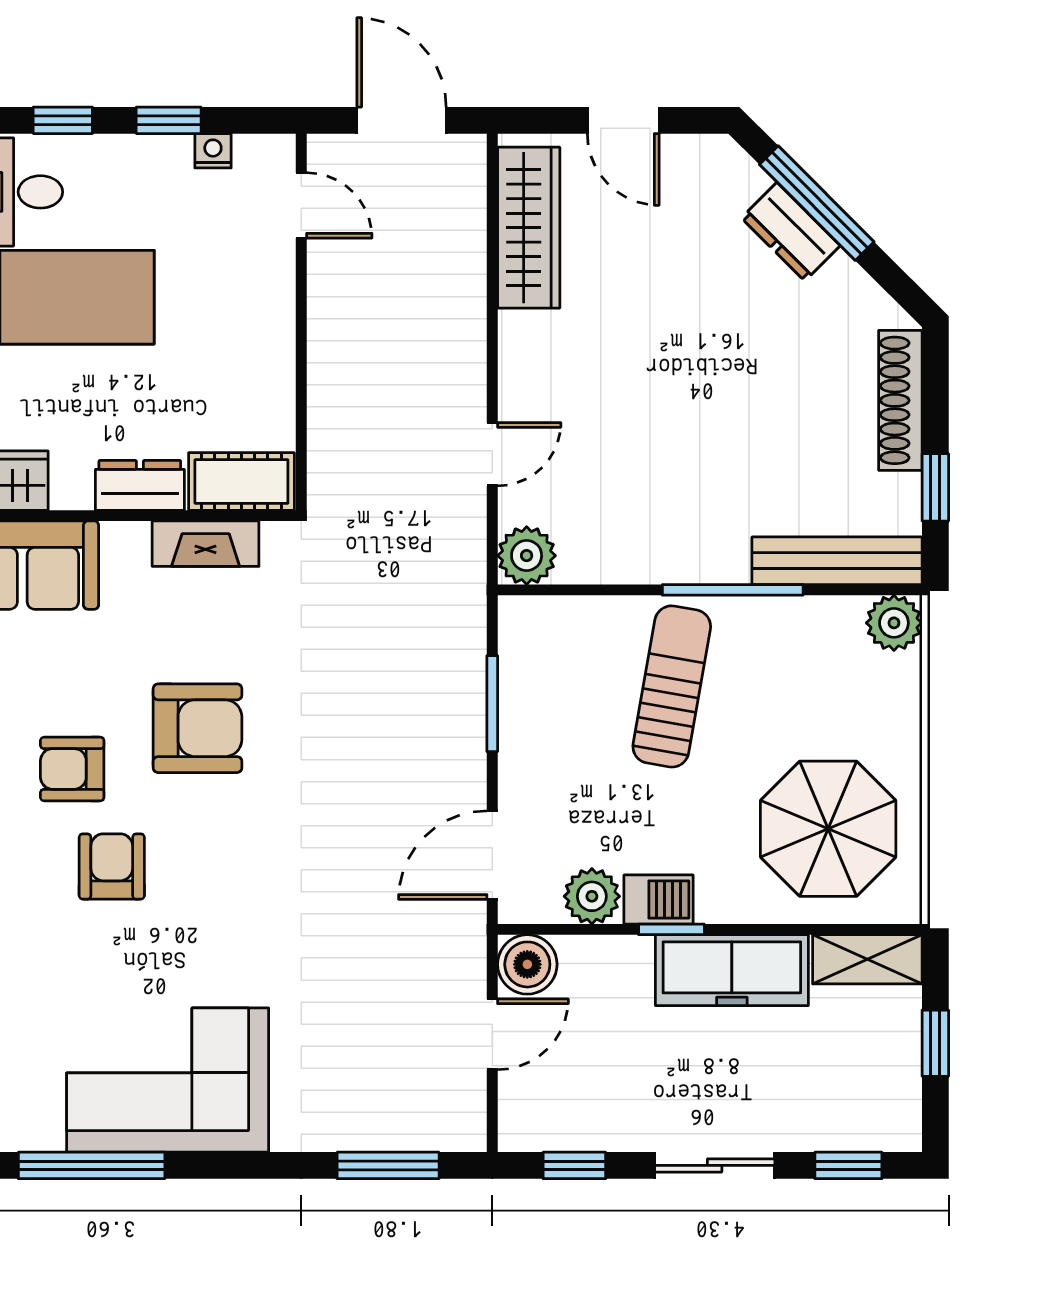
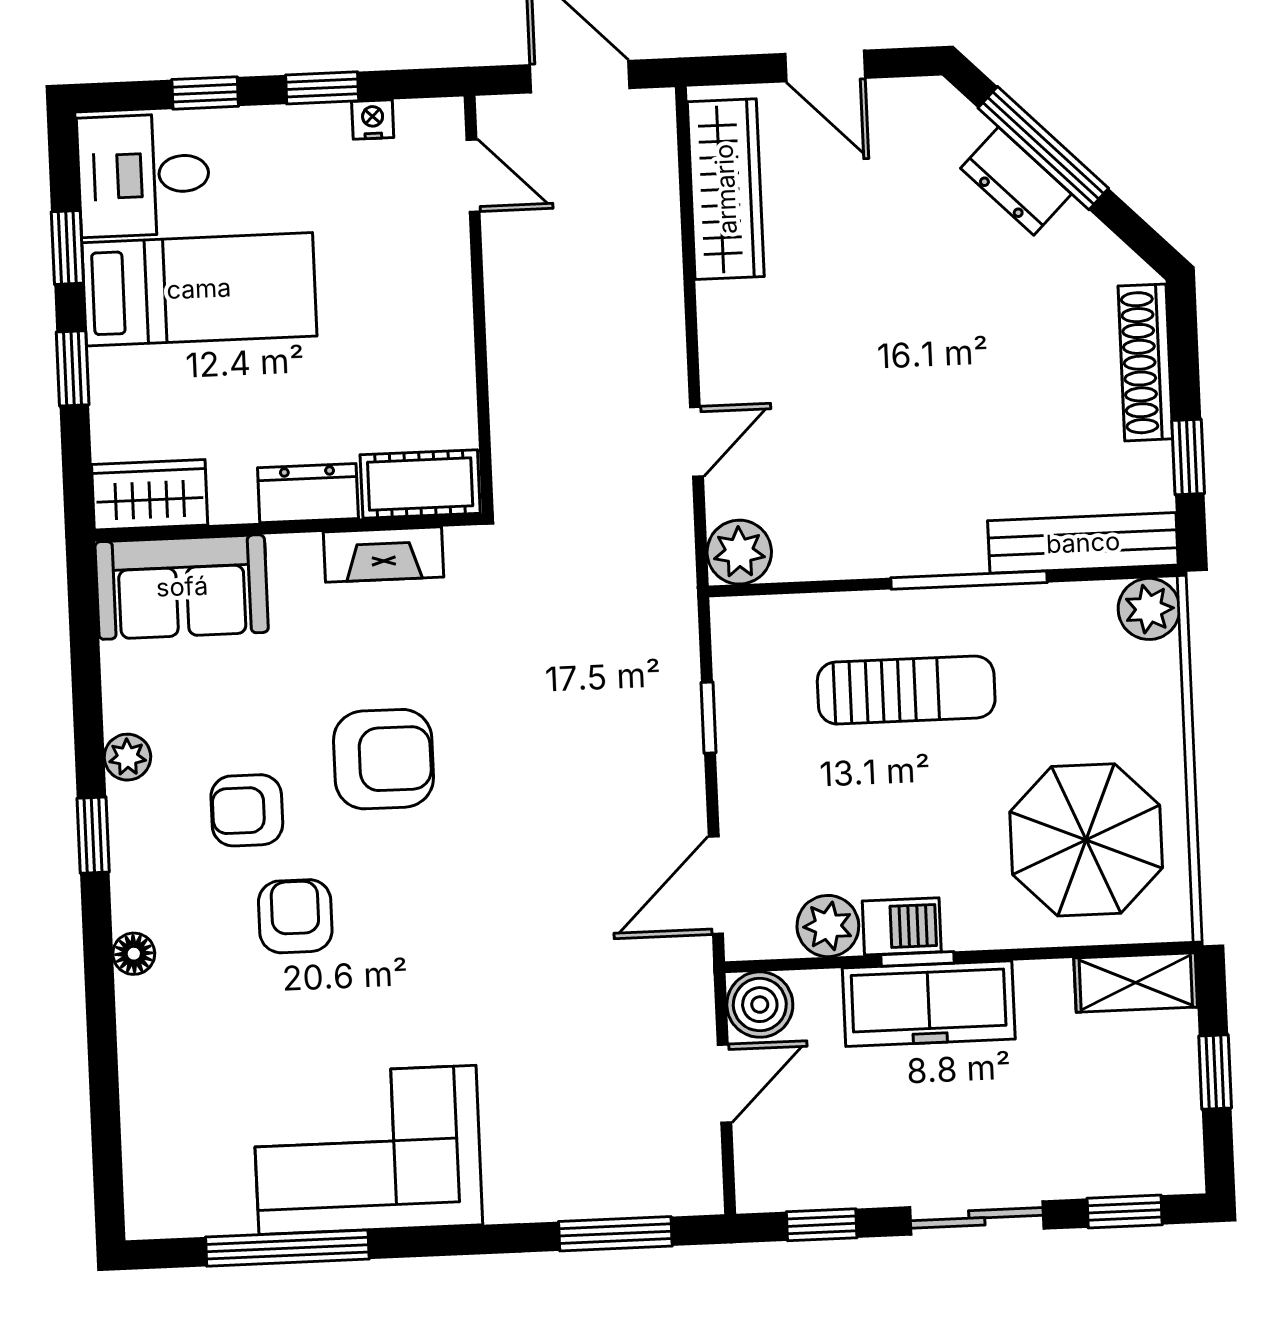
sun lounger: (672, 686) -> (906, 690), turned 80
window: (492, 704) -> (708, 718), width x0.67
freezer: (732, 970) -> (929, 1004), moved

